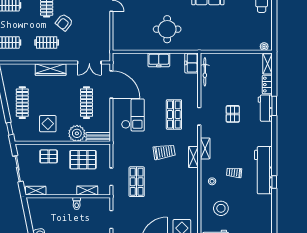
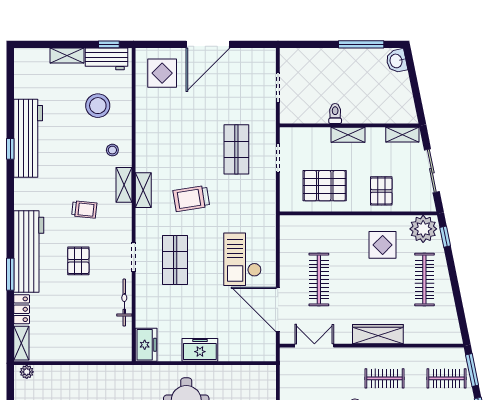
bicycle: (205, 72) -> (124, 303), moved
workbench: (265, 108) -> (29, 251), width x1.88, depth x1.32
plant: (77, 133) -> (423, 229), moved
bench: (98, 137) -> (300, 223), removed
shelving: (205, 148) -> (124, 185), moved
pallet: (49, 156) -> (381, 191), turned 90
workbench: (263, 170) -> (28, 138), moved
trolley: (234, 173) -> (84, 209), moved
shelving: (87, 191) -> (348, 135), moved

